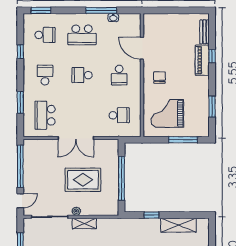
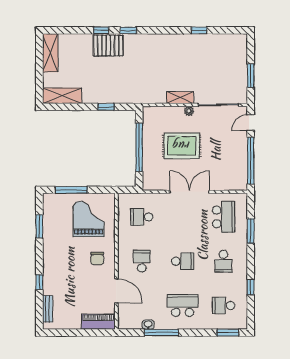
piano: (202, 60) -> (98, 322), moved, turned -90
grand piano: (167, 113) -> (89, 219), turned -90
shelving: (178, 225) -> (62, 96), moved

